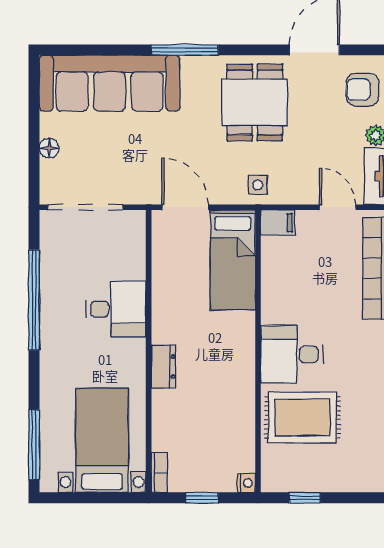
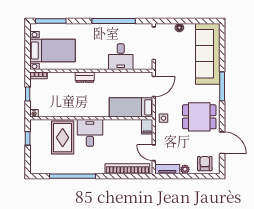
door: (338, 207) -> (154, 153), swing flipped
desk: (116, 309) -> (121, 57), moved

